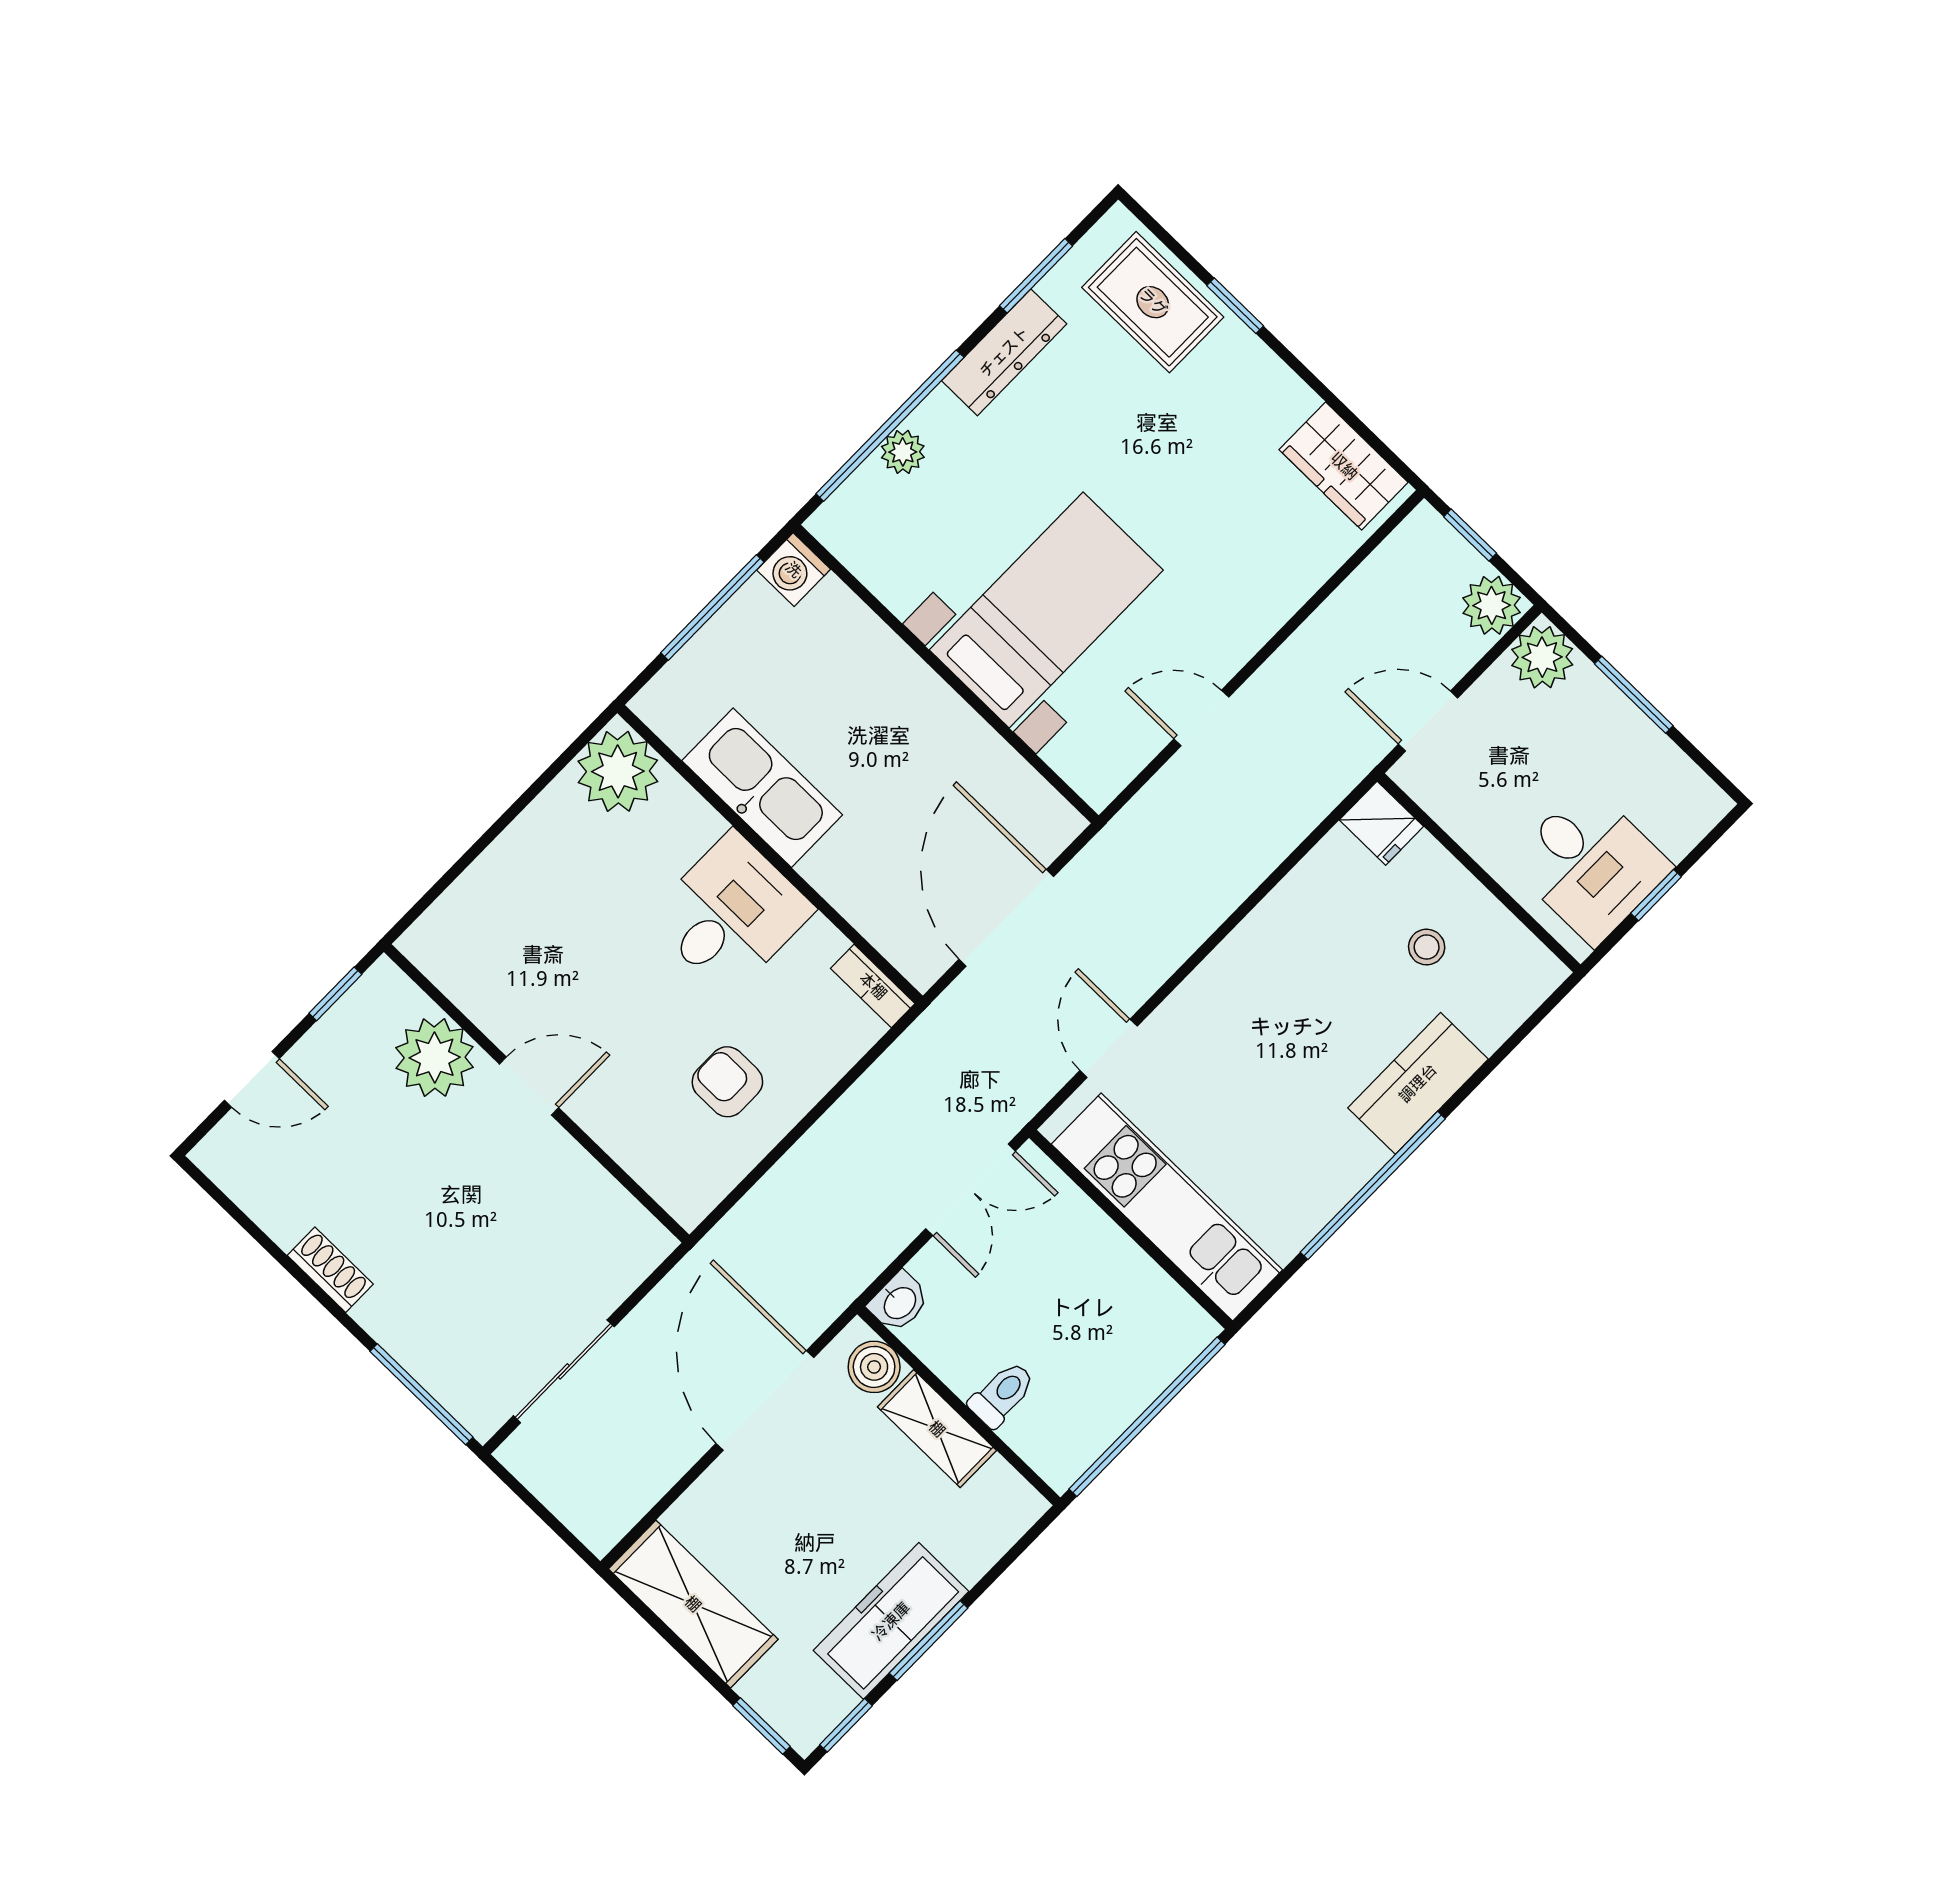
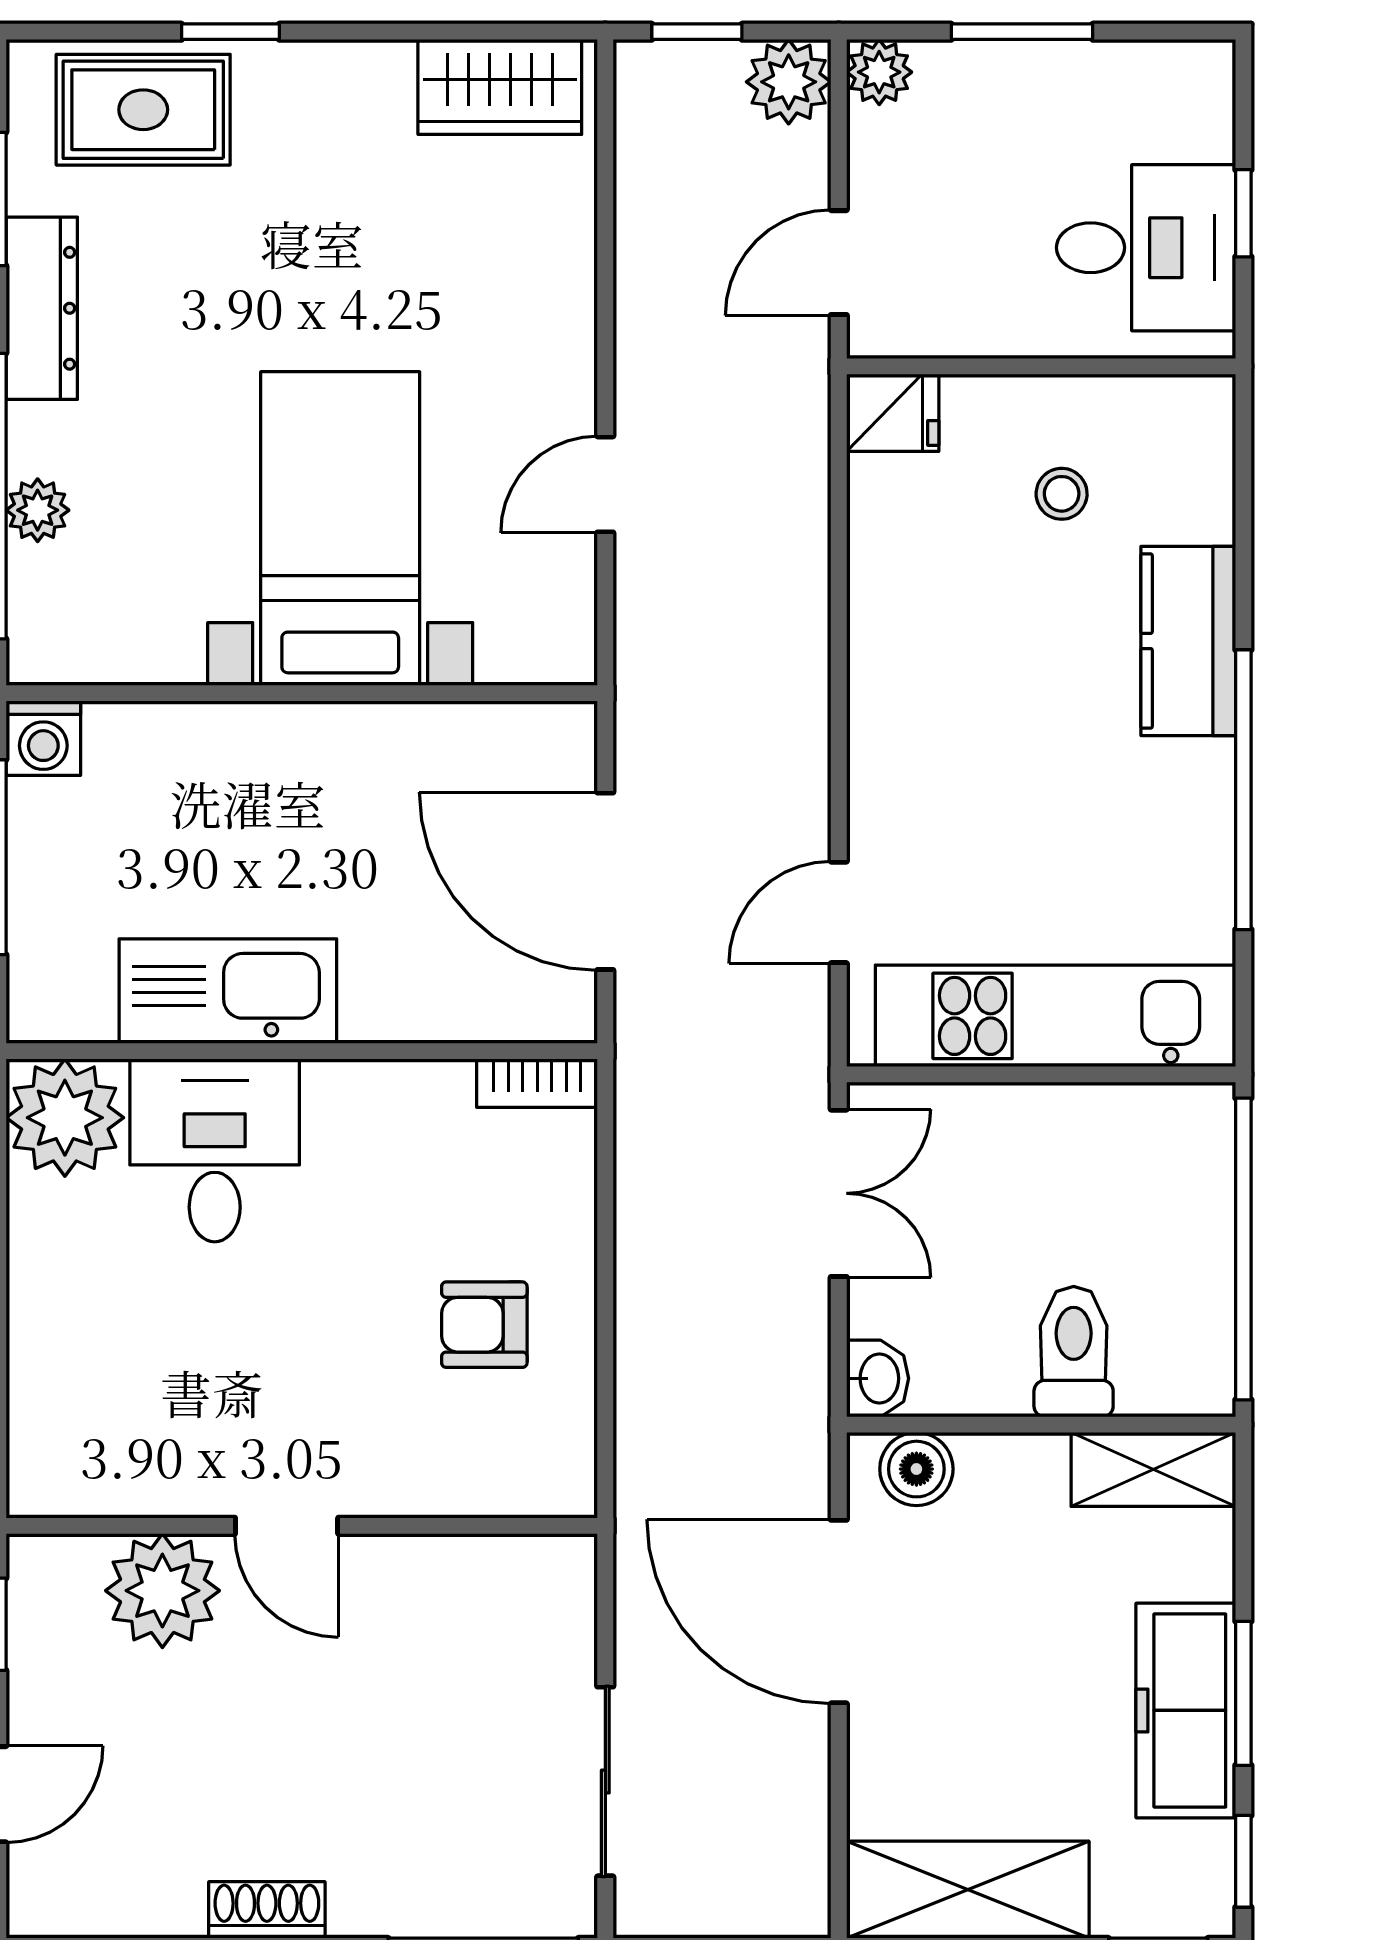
plant: (1542, 657) -> (879, 72), width x0.73, depth x0.73
desk: (731, 914) -> (215, 1150), moved
door: (1109, 1048) -> (839, 912), hinge flipped
door: (529, 1086) -> (287, 1526), swing flipped
toilet: (1002, 1394) -> (1074, 1352), width x1.37, depth x1.39
shelving: (937, 1429) -> (1153, 1469), moved

